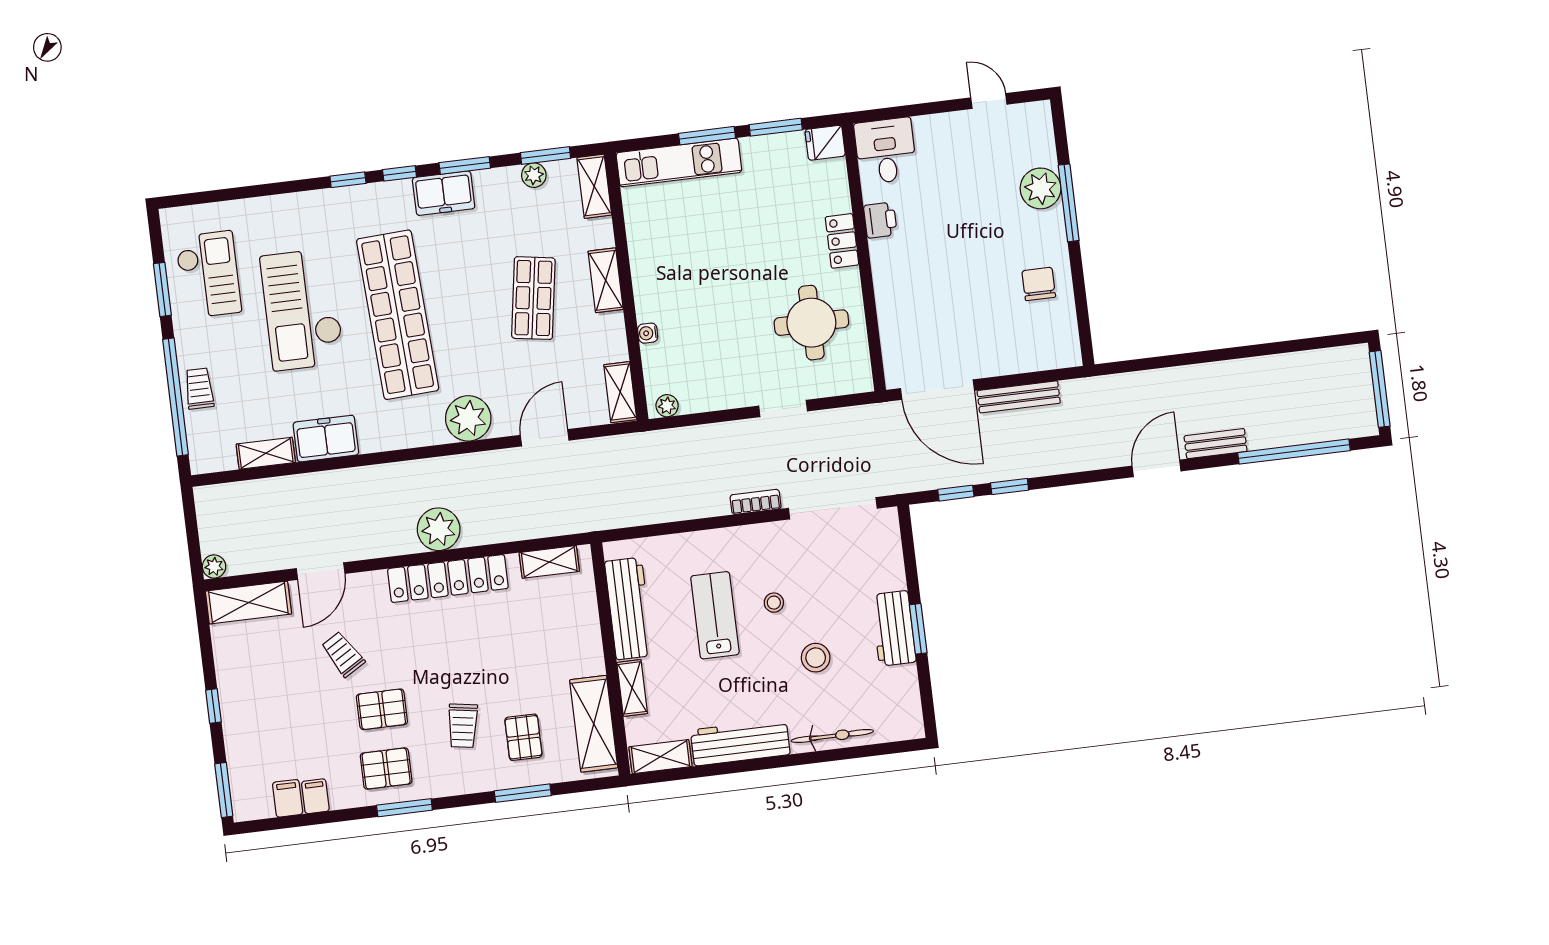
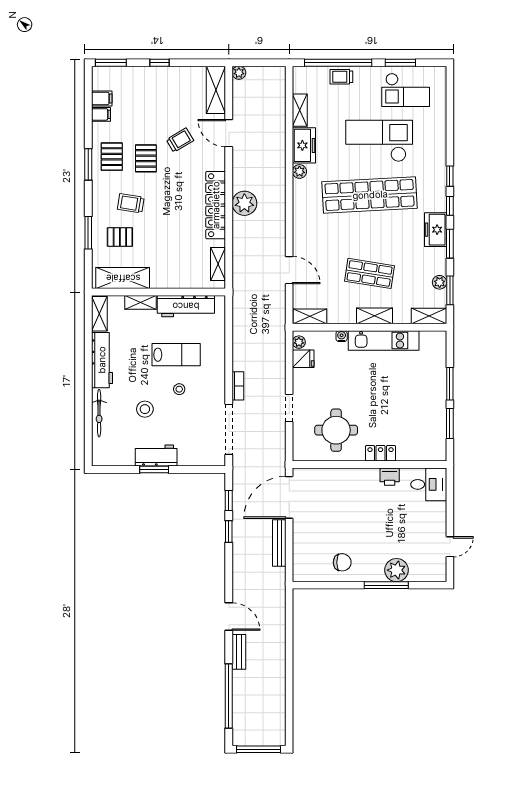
fridge: (825, 143) -> (303, 359), moved, turned 90
kitchen unit: (679, 162) -> (384, 341), moved, turned -90
trolley: (199, 389) -> (341, 77), turned 180
plant: (468, 418) -> (299, 171), moved, width x0.53, depth x0.53

